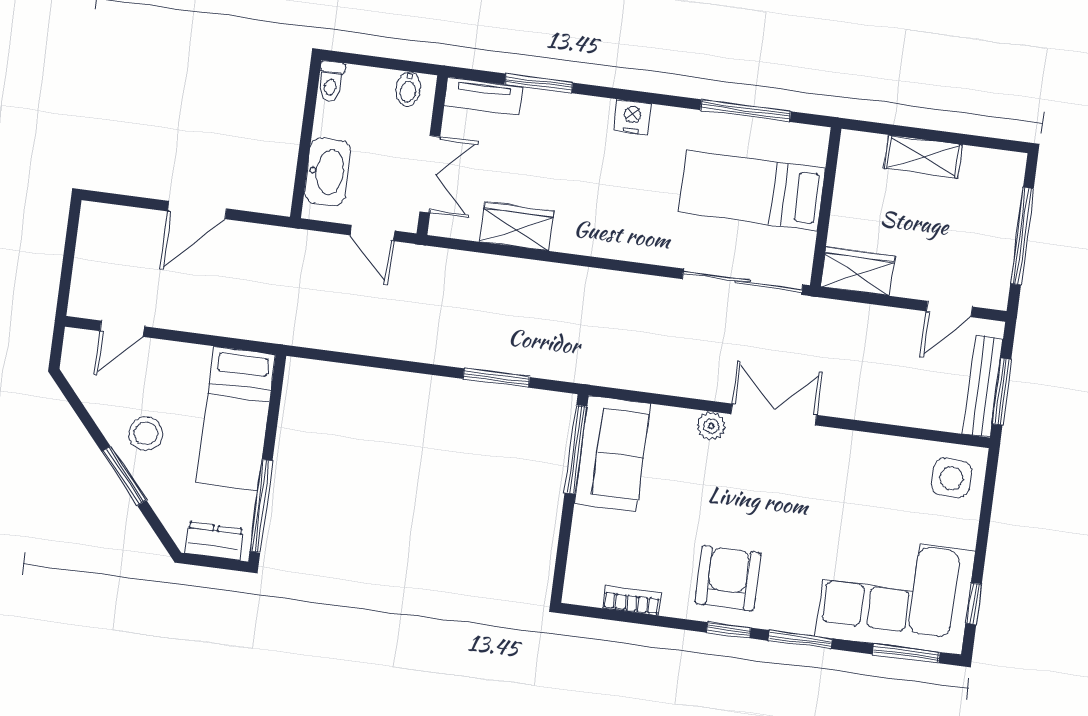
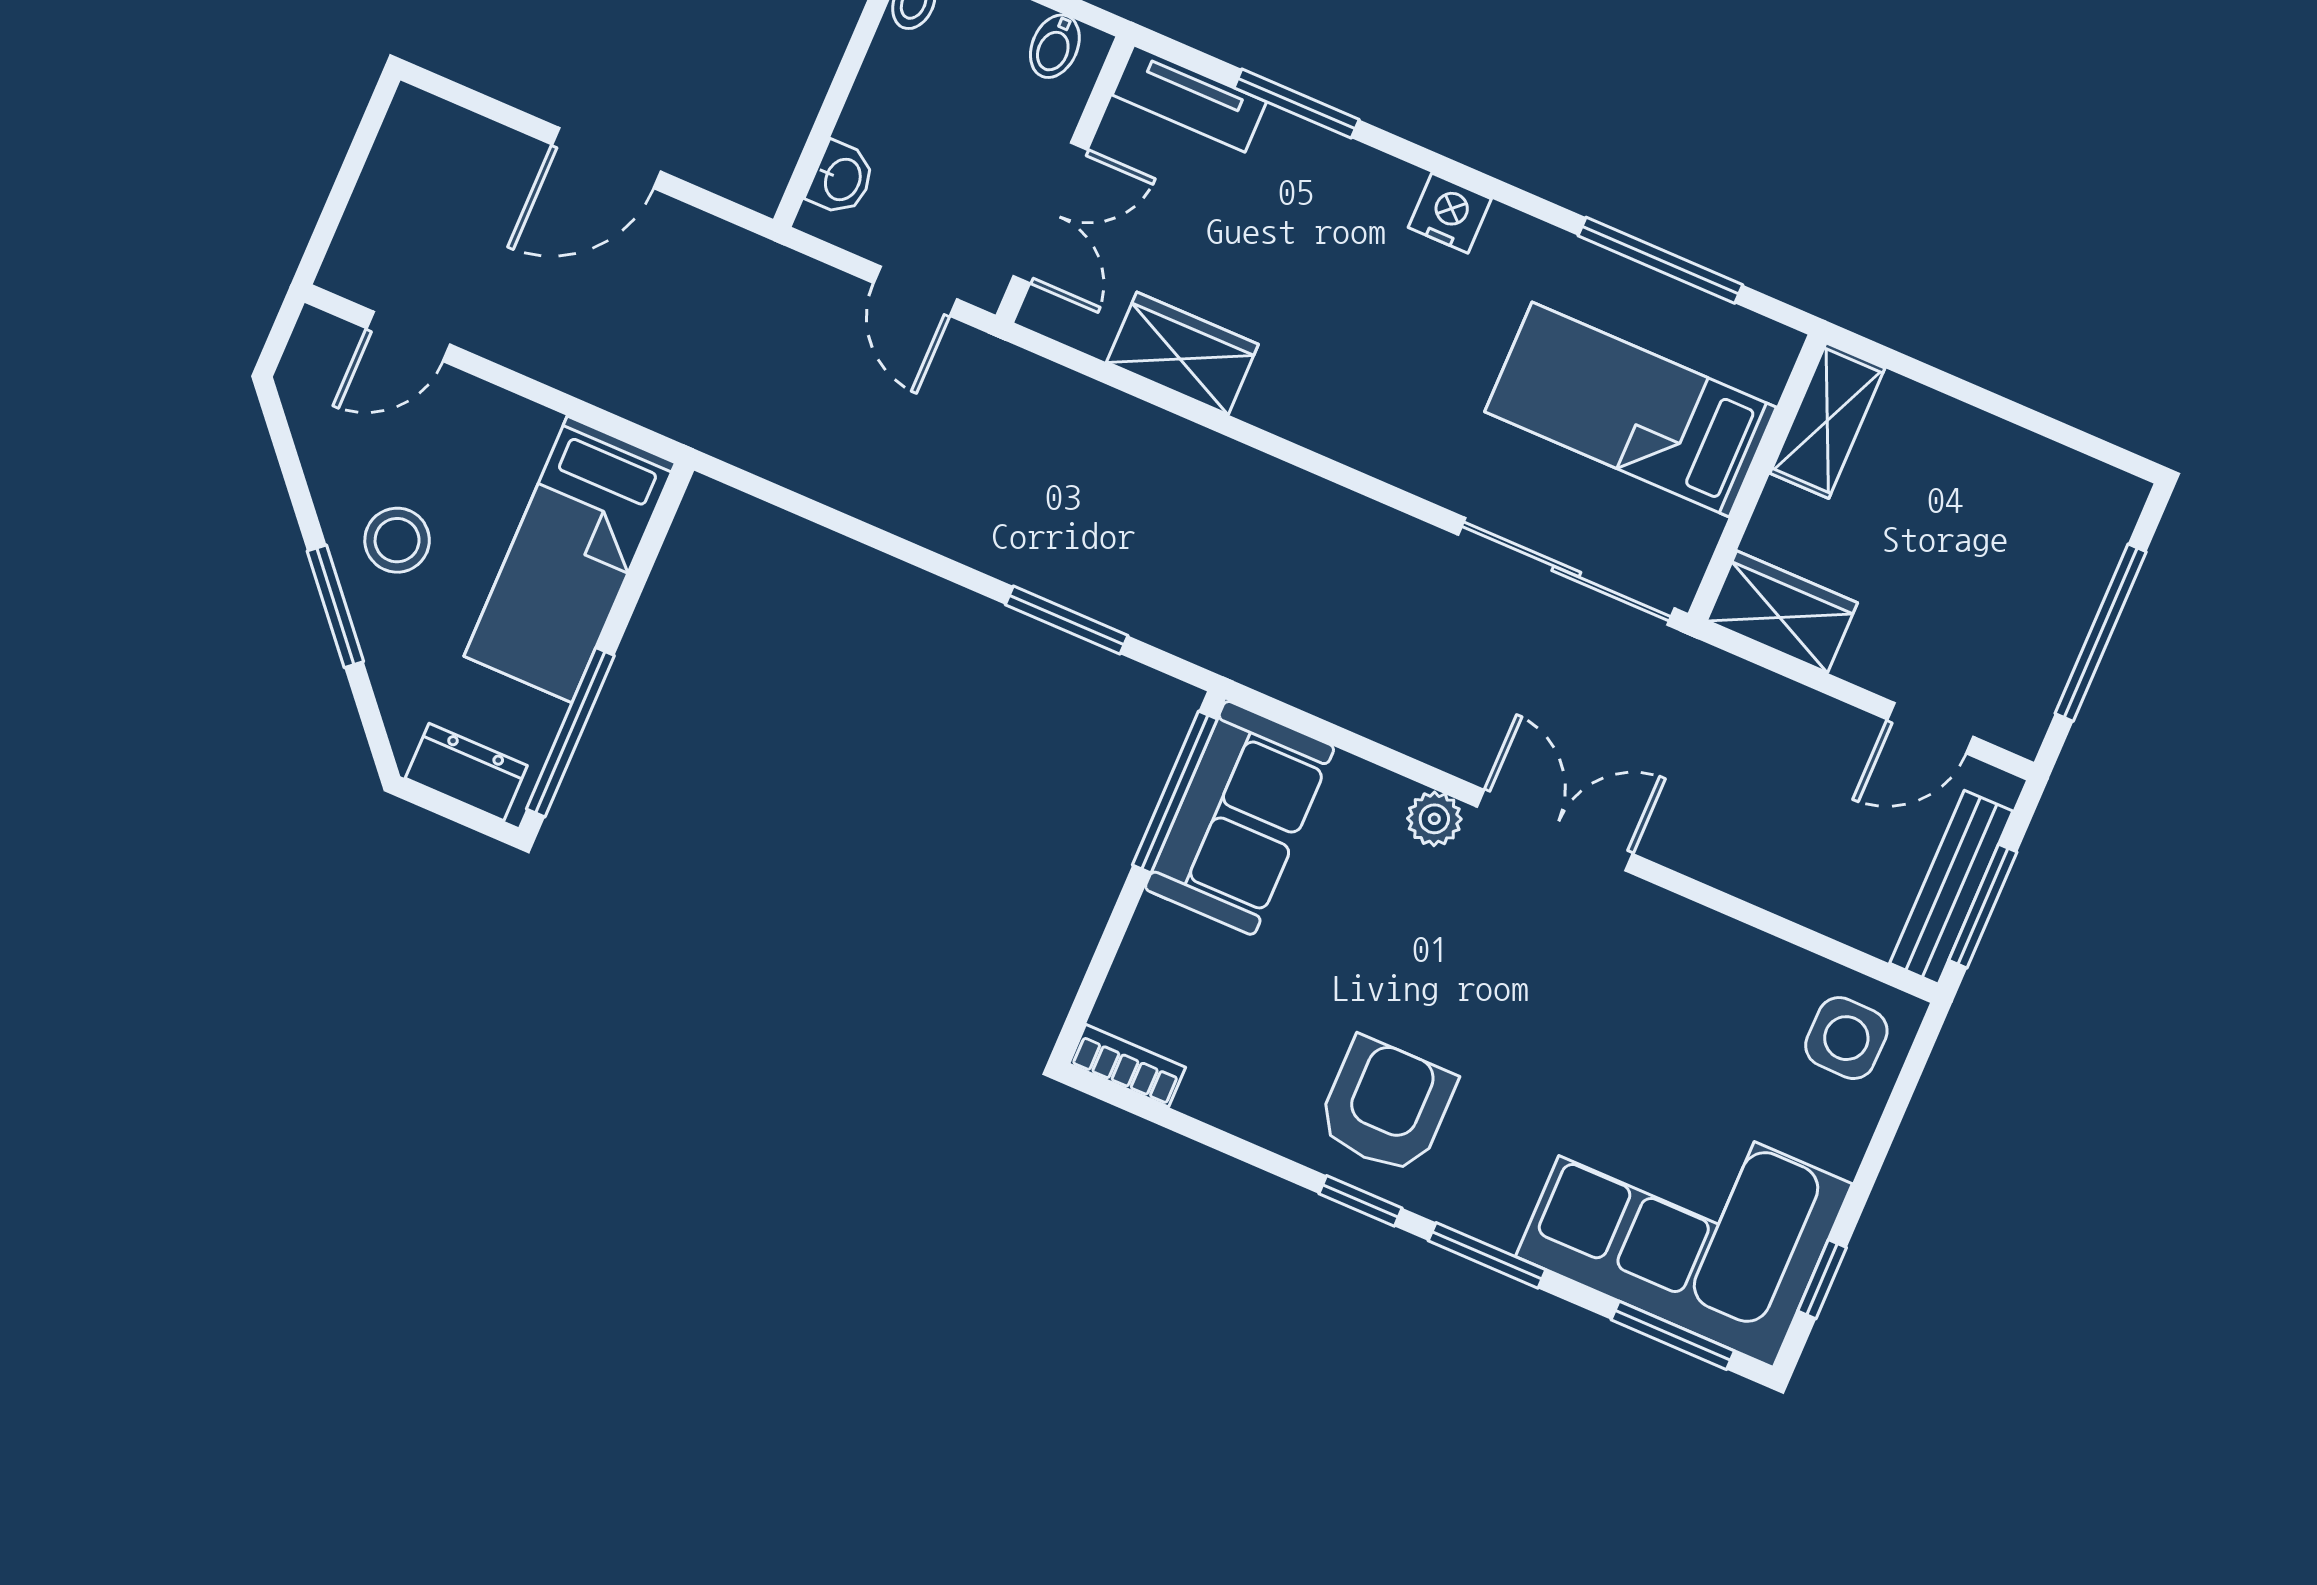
shelving: (923, 156) -> (1827, 421), moved, turned 90
washbasin: (327, 172) -> (841, 179), width x0.52, depth x0.69
bookcase: (632, 601) -> (1127, 1066), moved

